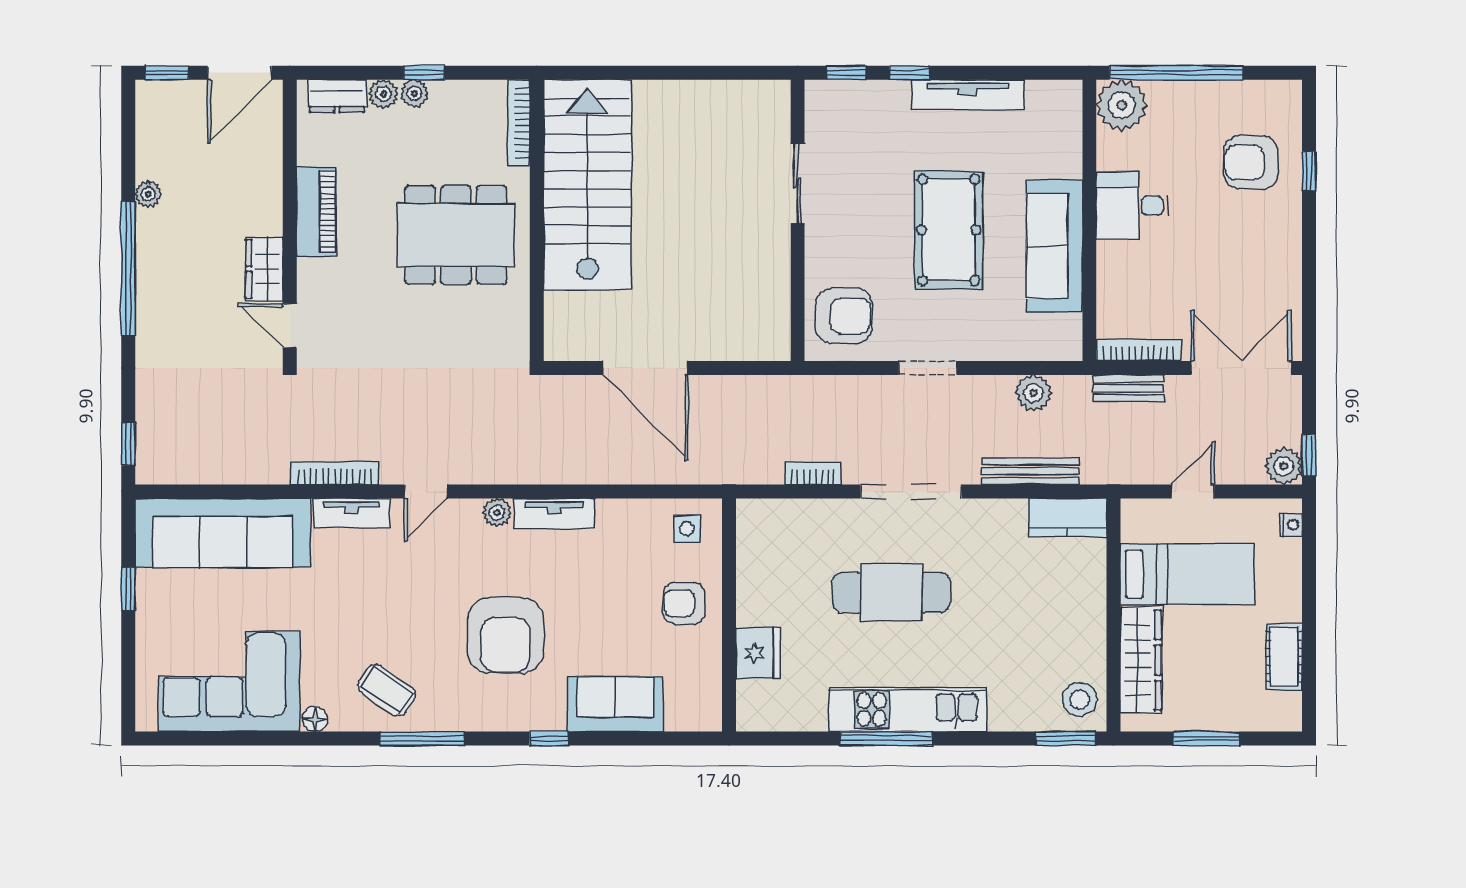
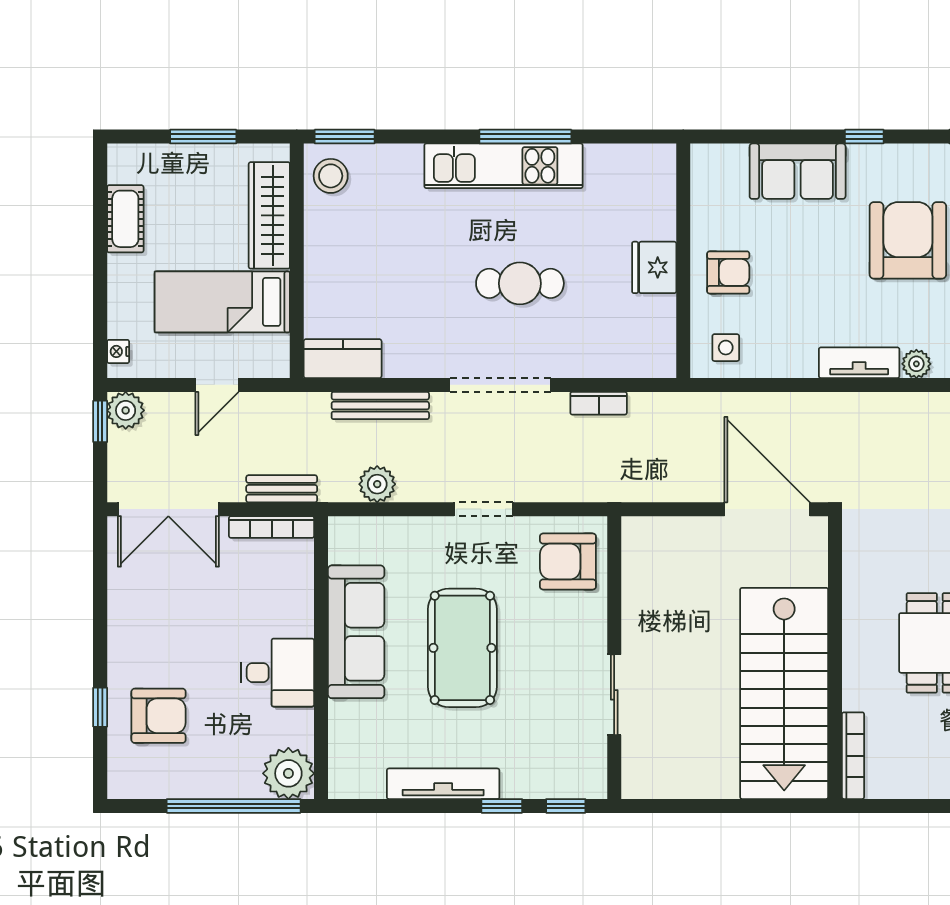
bookcase: (519, 123) -> (853, 756), moved
stairs: (587, 185) -> (784, 693), moved
wall: (537, 220) -> (835, 658), moved
cafe table: (891, 593) -> (520, 283), width x0.73, depth x0.74
fridge: (758, 653) -> (654, 267), moved

